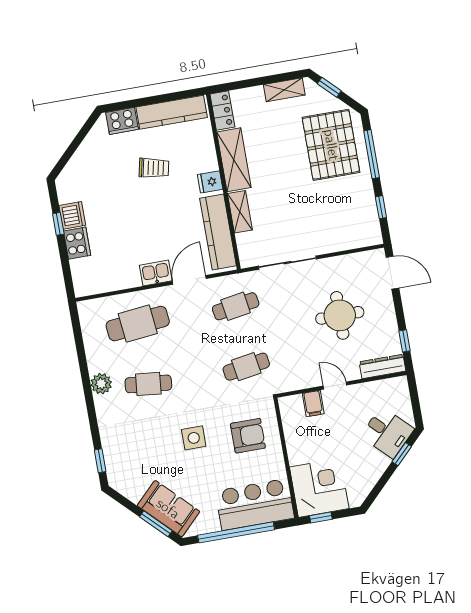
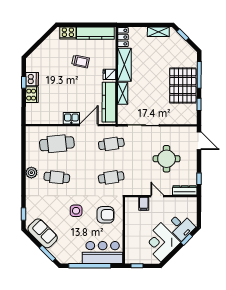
pallet: (331, 145) -> (183, 86), moved
corner desk: (319, 488) -> (161, 242), moved, turned -135
sofa: (168, 509) -> (43, 233), moved

